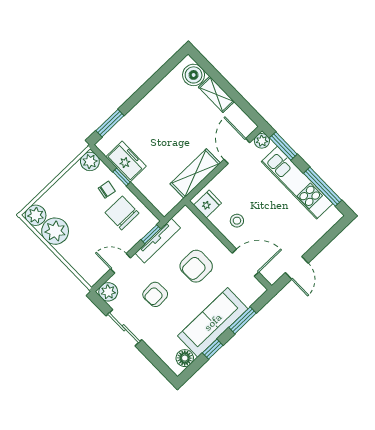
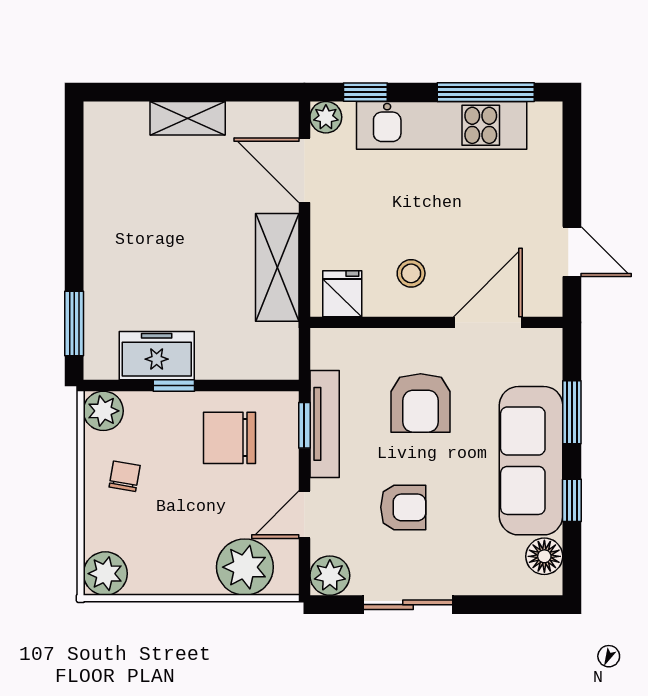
boiler: (194, 75) -> (124, 124), removed
window: (283, 146) -> (365, 92), width x0.67
chair: (107, 190) -> (125, 476), moved
plant: (55, 231) -> (245, 567), moved
armchair: (155, 294) -> (403, 507), turned -87

